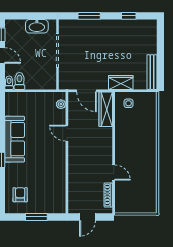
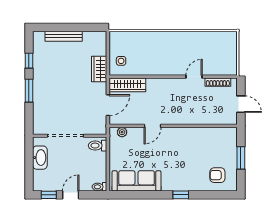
window: (89, 16) -> (29, 91), moved
bench: (152, 72) -> (64, 36), moved
toilet: (19, 81) -> (98, 146), moved
sofa: (15, 139) -> (137, 181), moved

